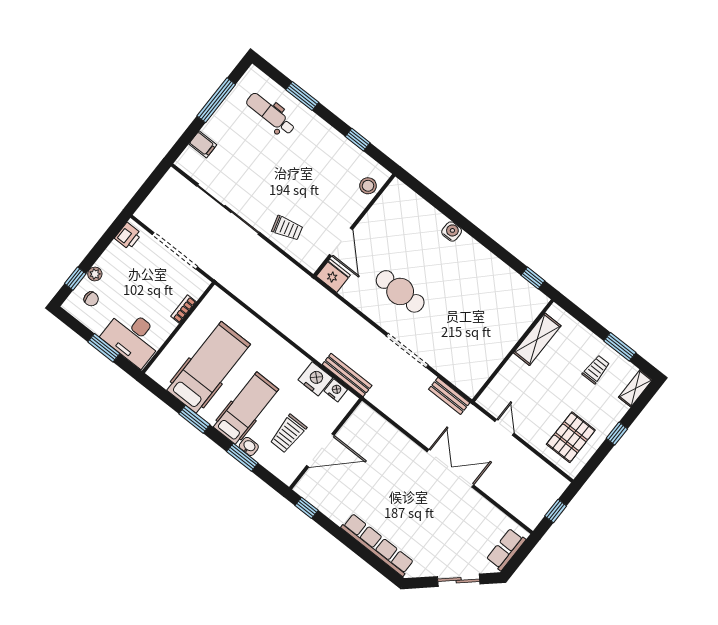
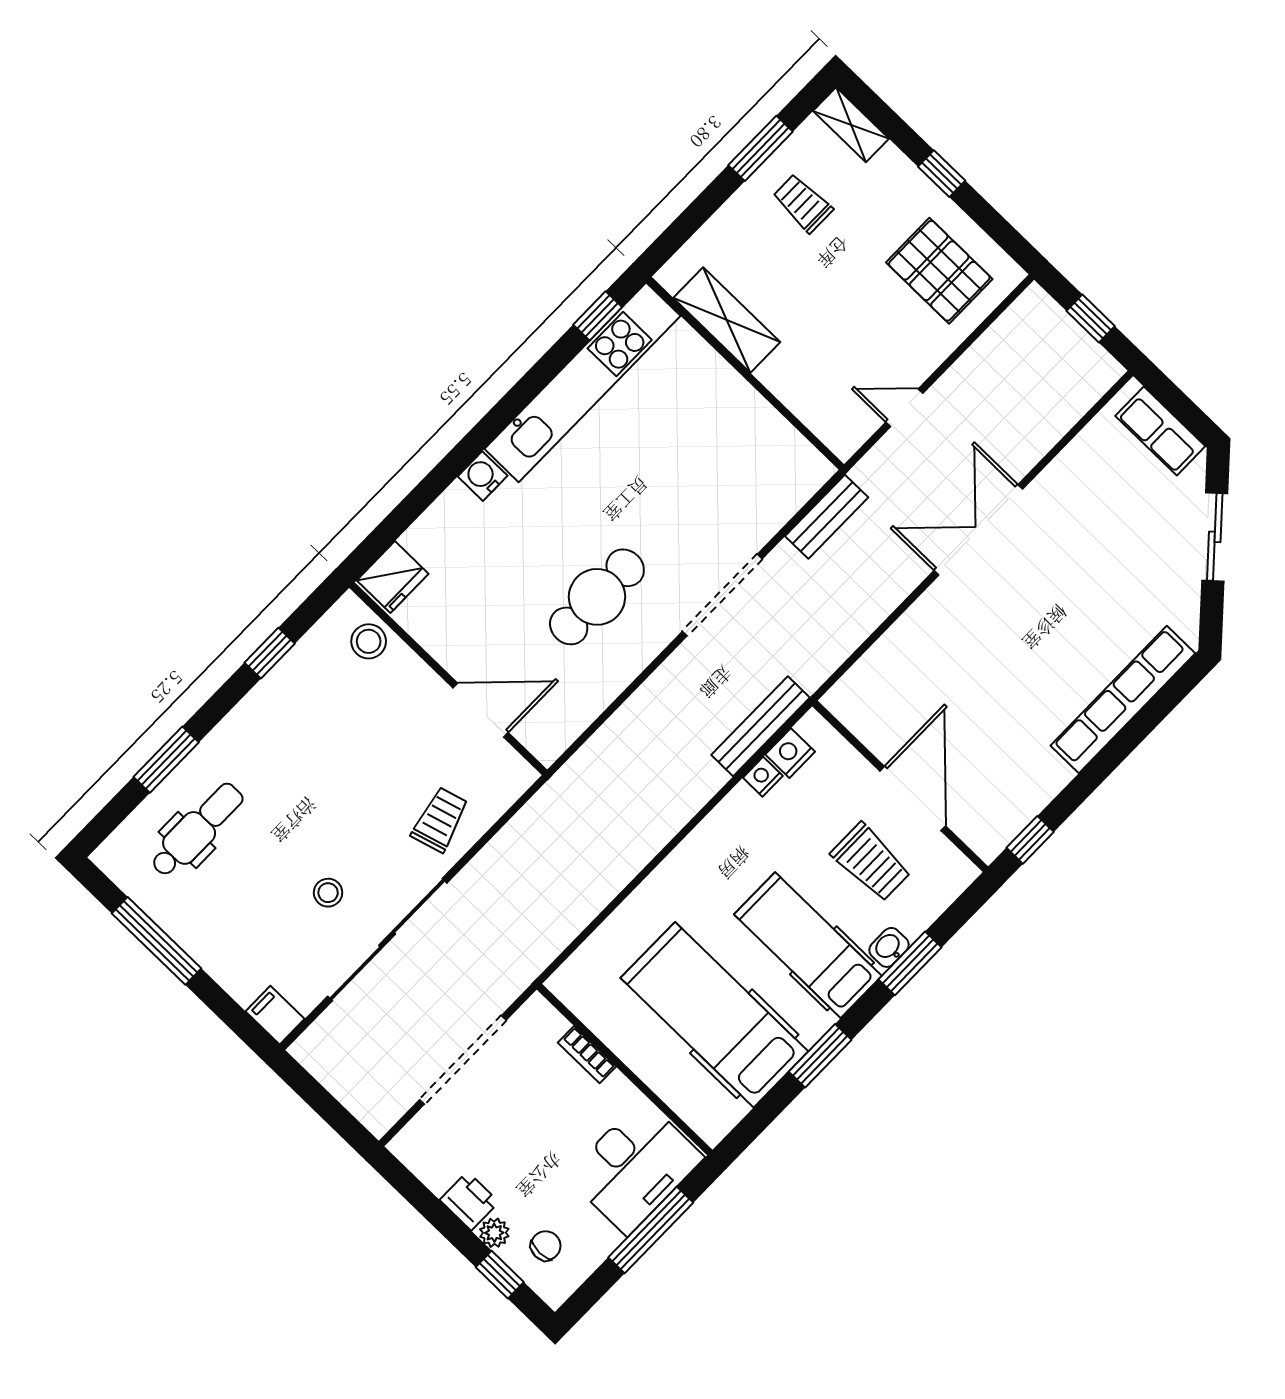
dental chair: (271, 114) -> (197, 830), turned 180
filing cabinet: (203, 144) -> (275, 1015), moved, turned -90
stool: (247, 179) -> (328, 893), added
printer: (128, 236) -> (469, 1201), moved
kitchen unit: (501, 274) -> (582, 382), added
fridge: (333, 276) -> (393, 577), moved, turned 180
window: (104, 348) -> (651, 1230), width x1.44
nightstand: (315, 379) -> (763, 777), width x0.53, depth x0.56

